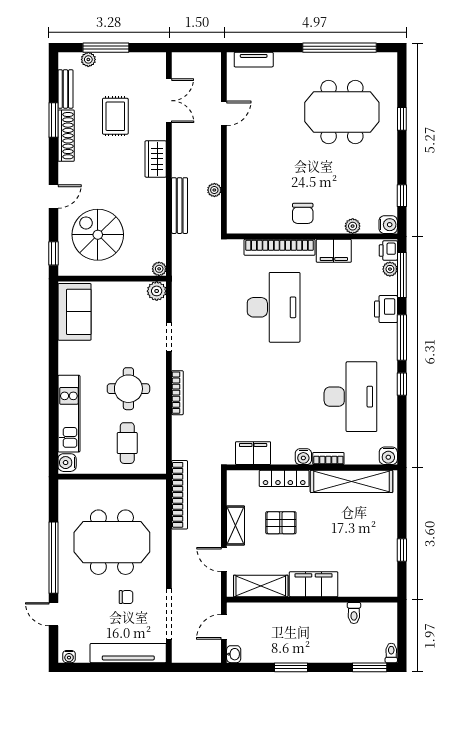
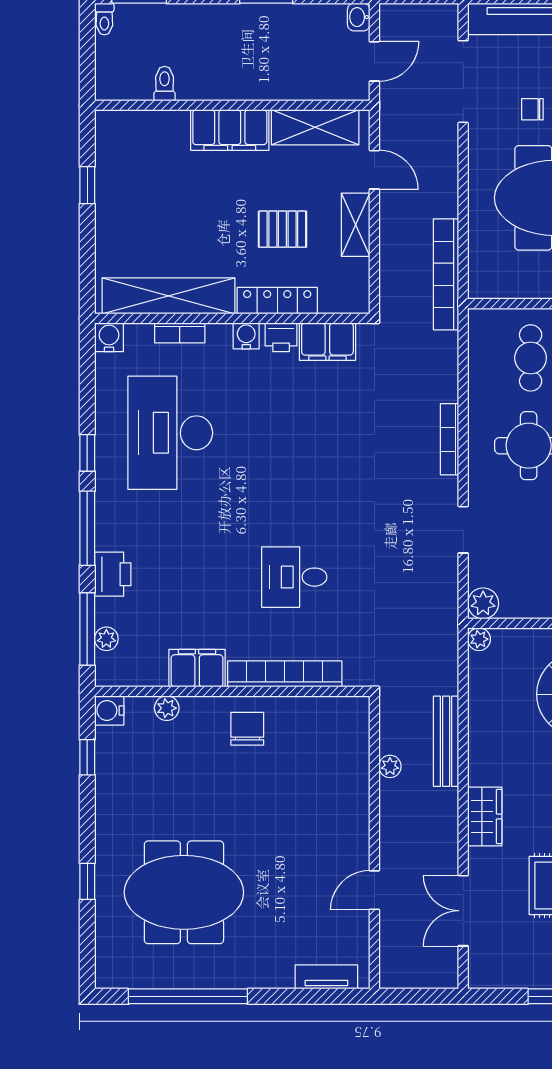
printer: (388, 250) -> (281, 337), moved, turned 90
desk: (274, 307) -> (294, 577), width x0.53, depth x0.77
bookcase: (328, 459) -> (180, 333), moved

